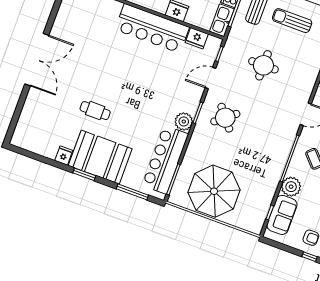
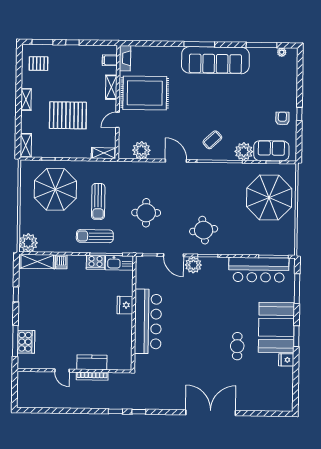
fridge: (197, 38) -> (143, 279), removed
round table: (225, 118) -> (204, 230), turned 31
plant: (184, 122) -> (193, 265), moved
parasol: (214, 191) -> (269, 198), moved

